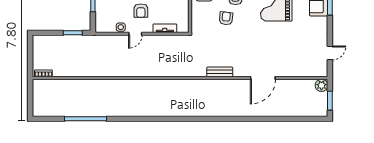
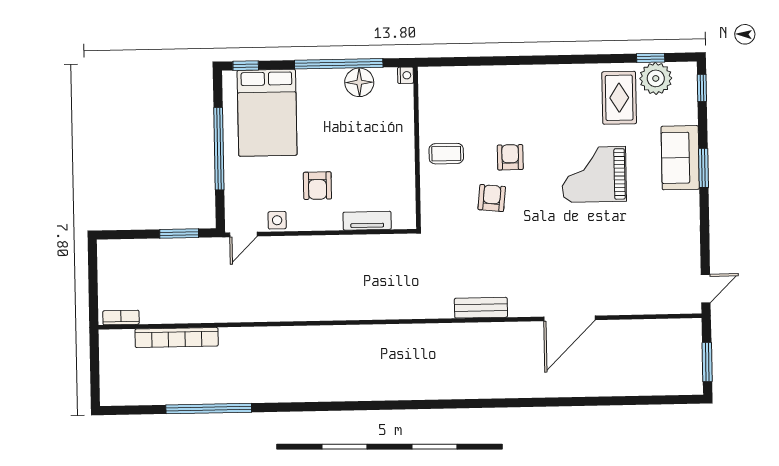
door: (135, 34) -> (243, 235), moved
door: (330, 53) -> (706, 289), moved
bookcase: (70, 84) -> (177, 338), added
plant: (321, 85) -> (689, 331), removed

